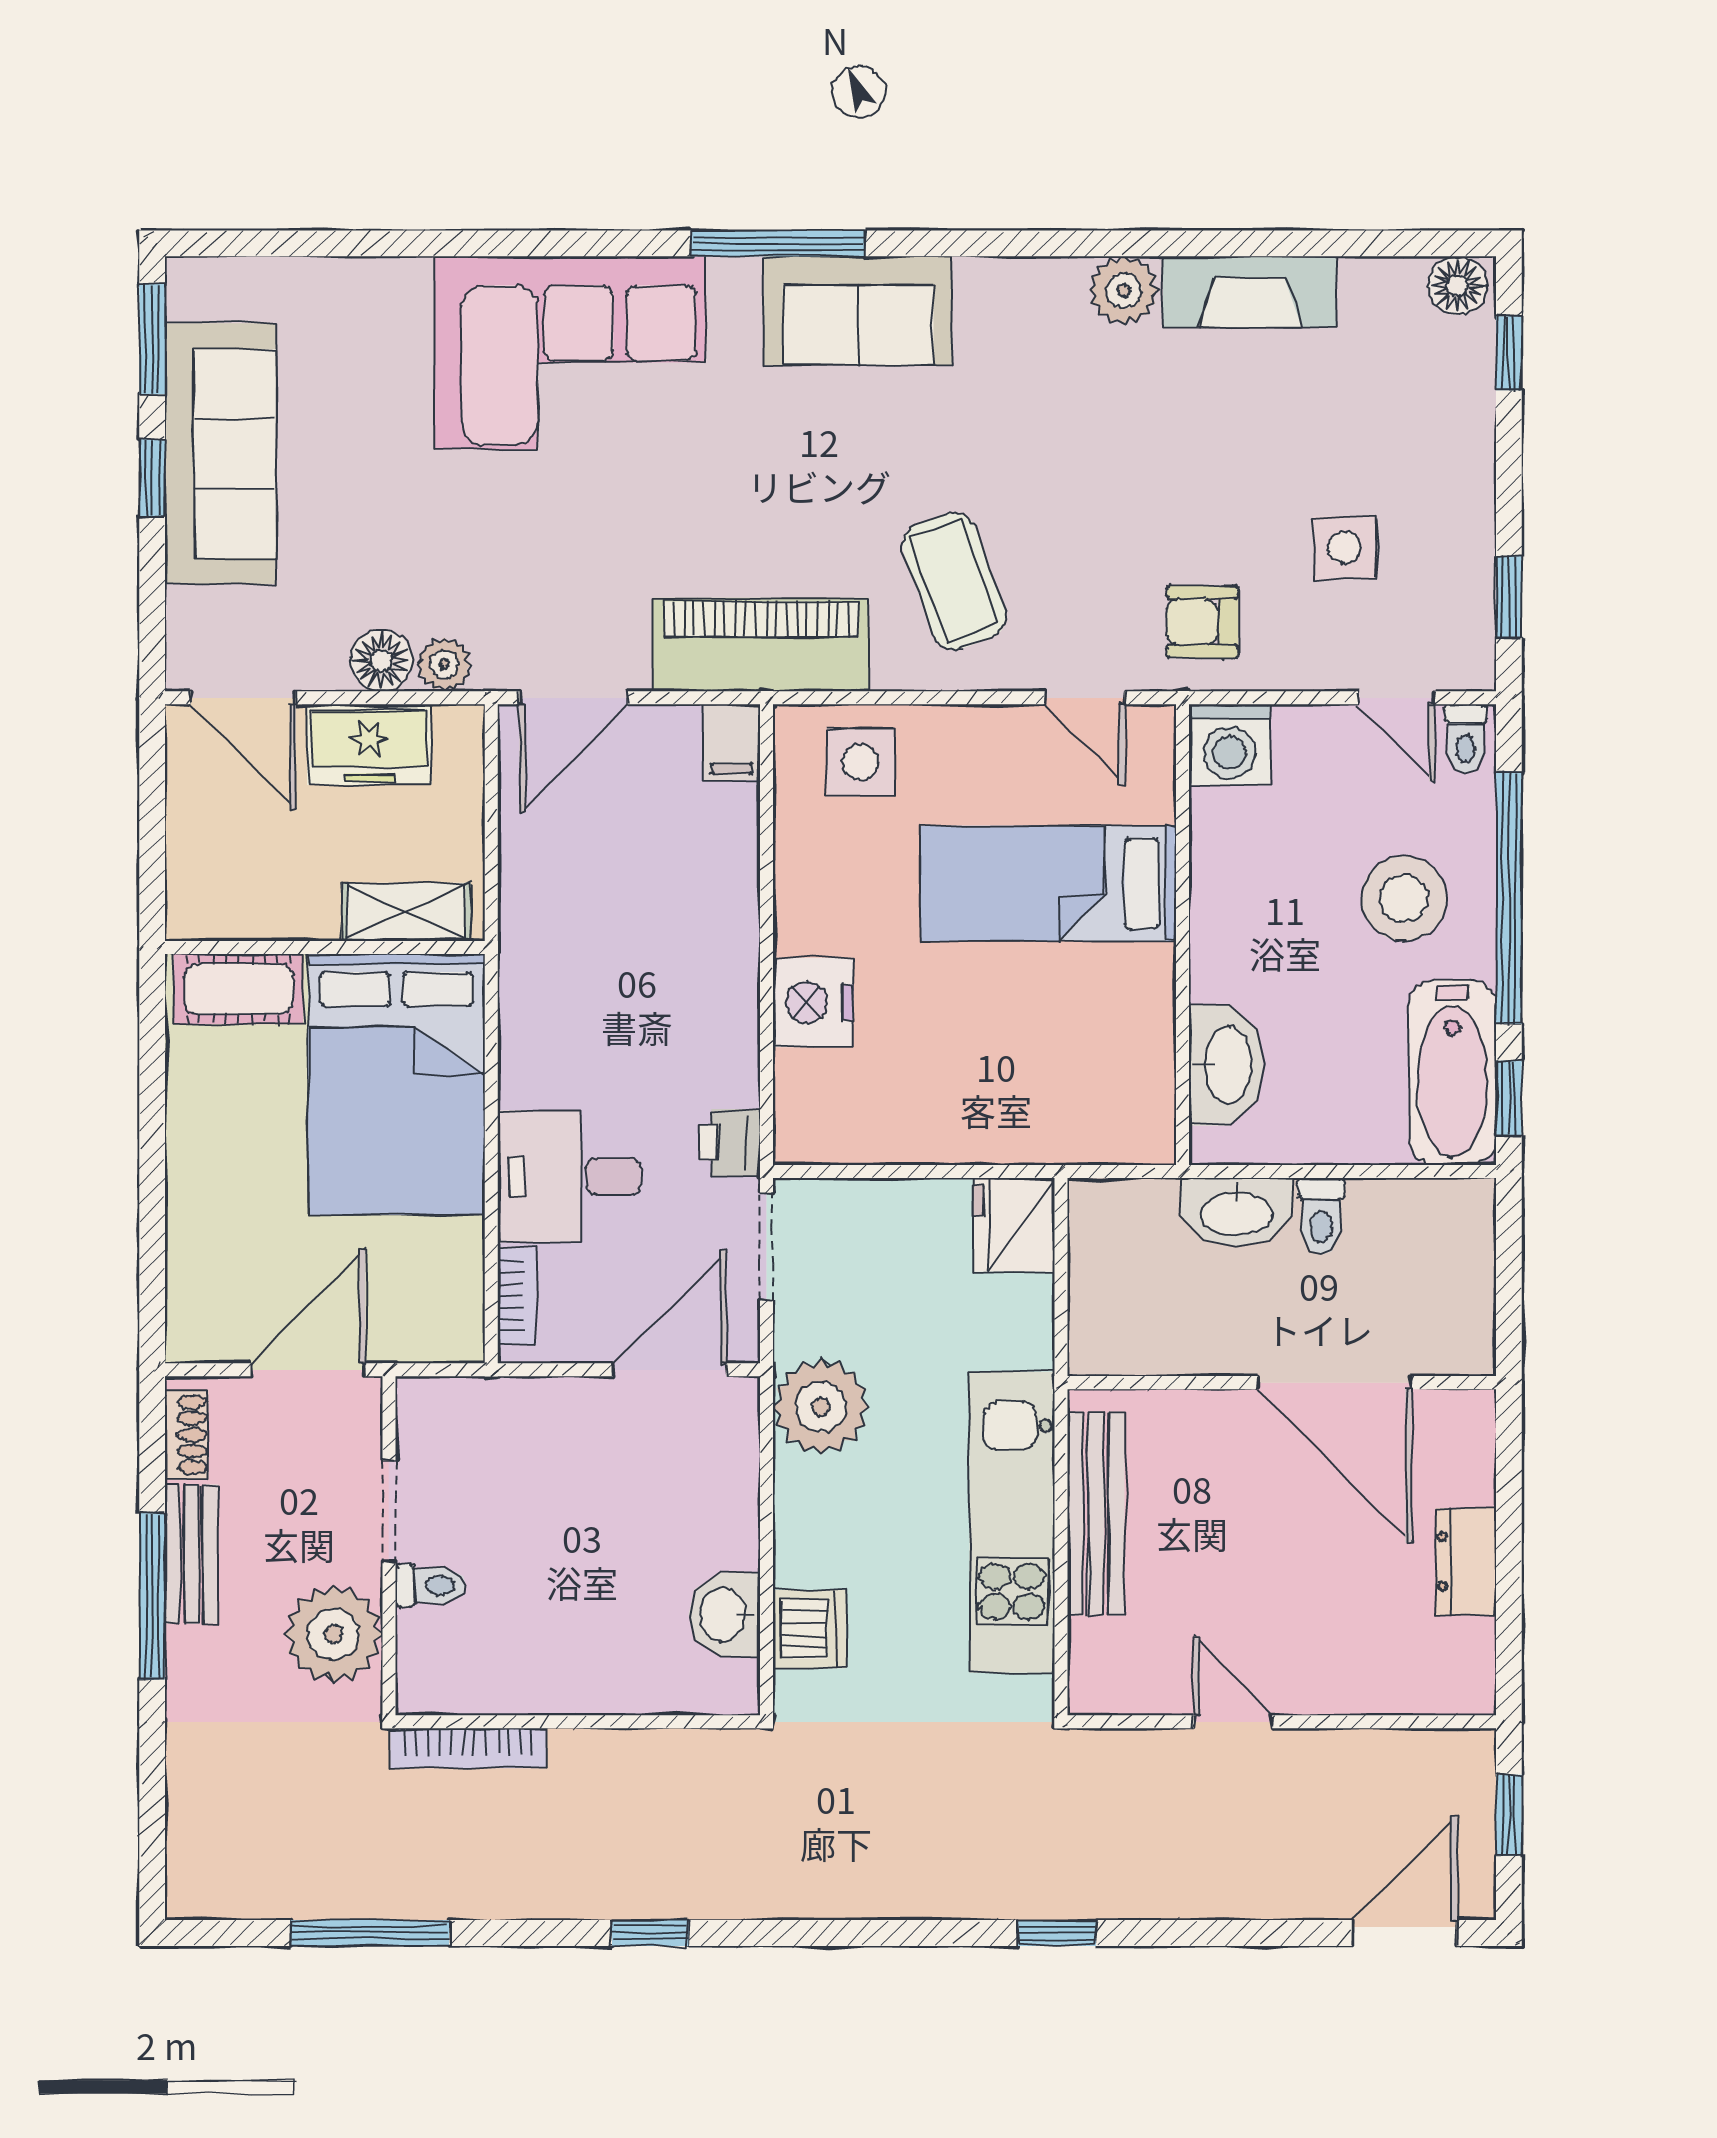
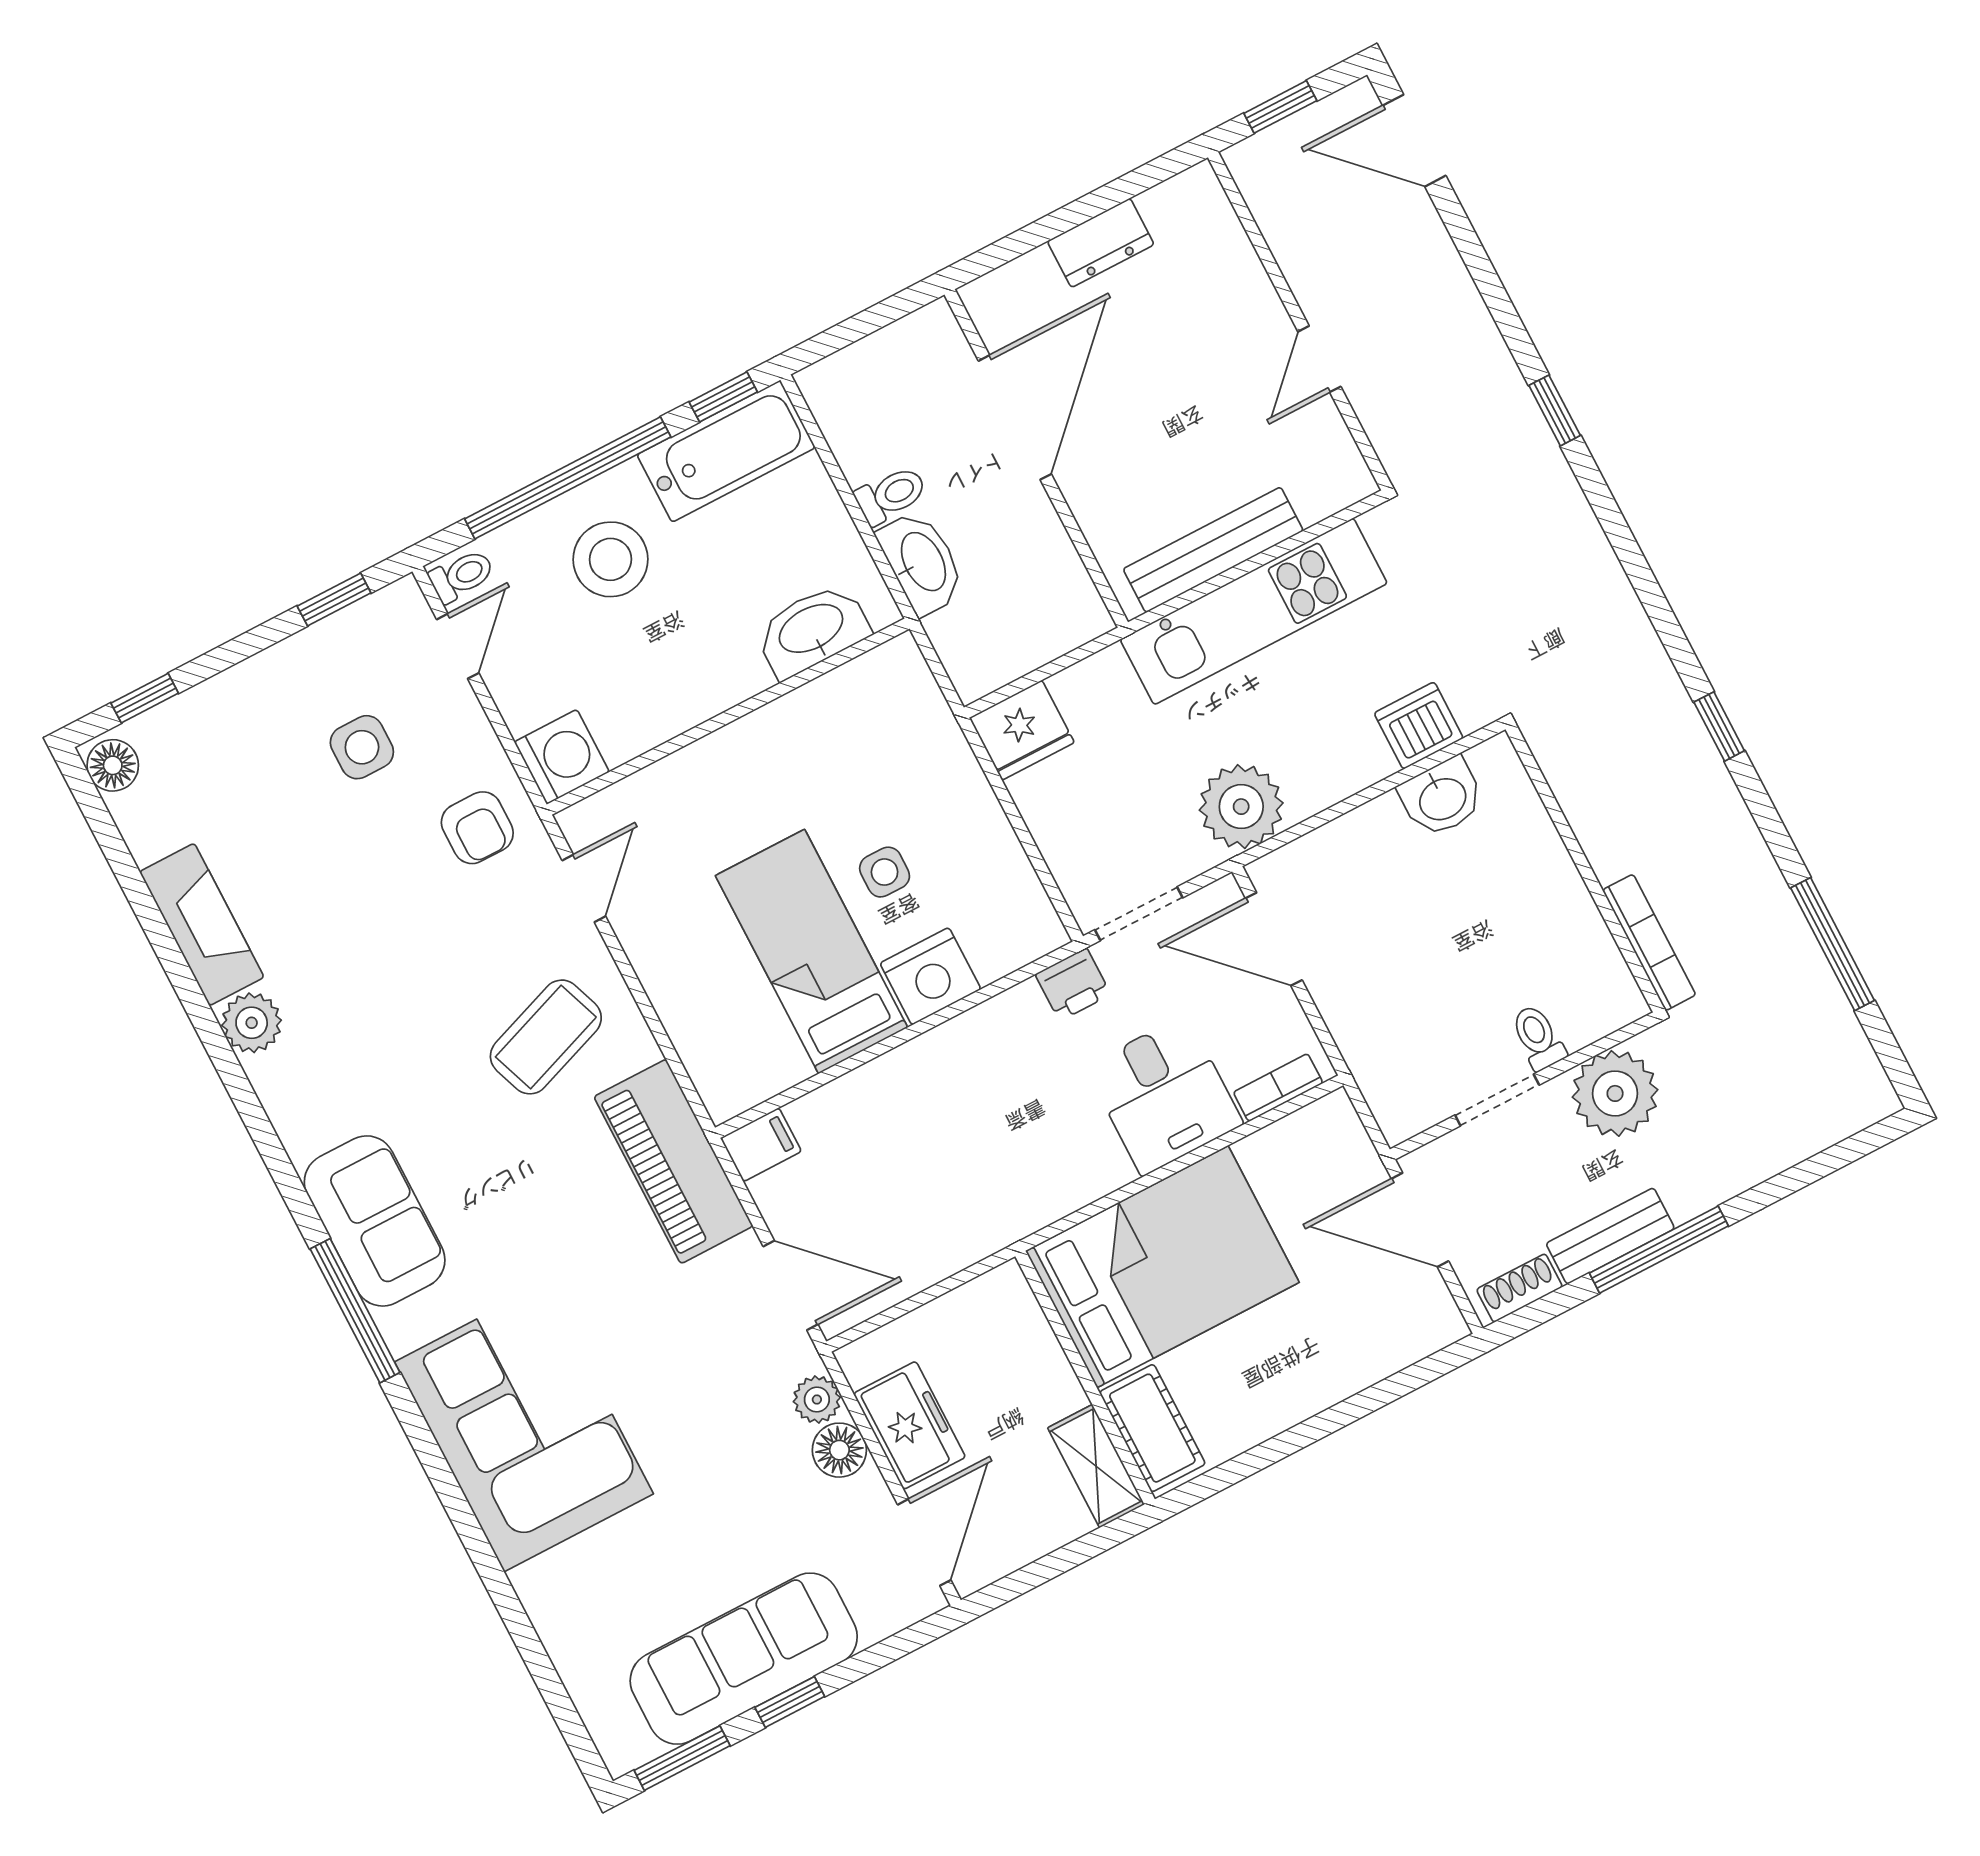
side table: (861, 762) -> (885, 872), moved, width x0.73, depth x0.73
bed: (1048, 883) -> (812, 952), moved, turned 180
shelving: (406, 912) -> (1096, 1466), moved

